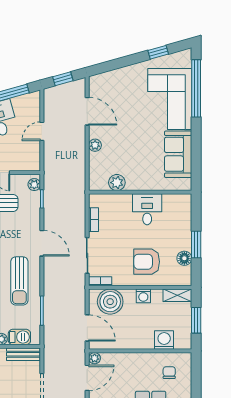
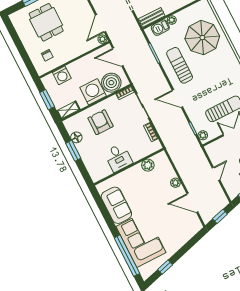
armchair: (147, 262) -> (101, 122), turned -90
washing machine: (143, 296) -> (93, 92), width x1.89, depth x1.89

